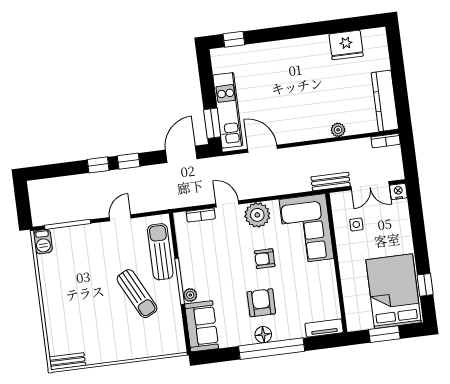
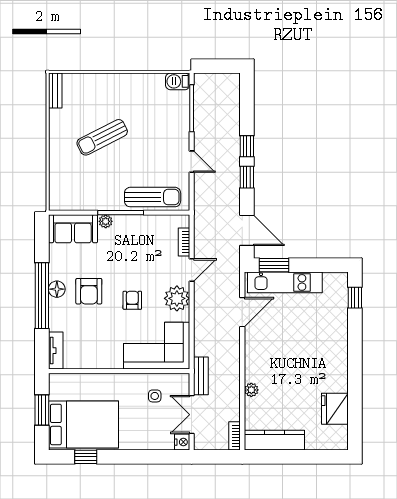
sun lounger: (137, 294) -> (102, 137), moved
armchair: (261, 303) -> (89, 291), turned 90

